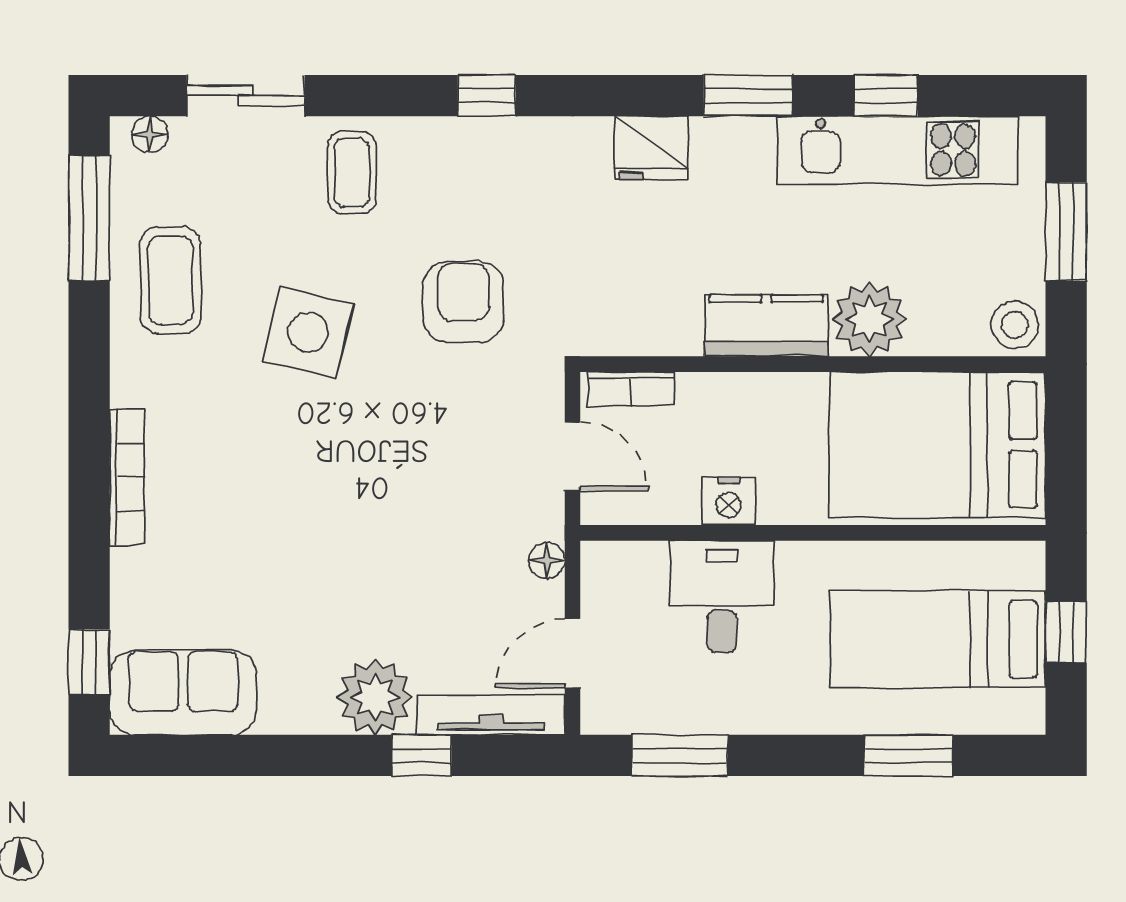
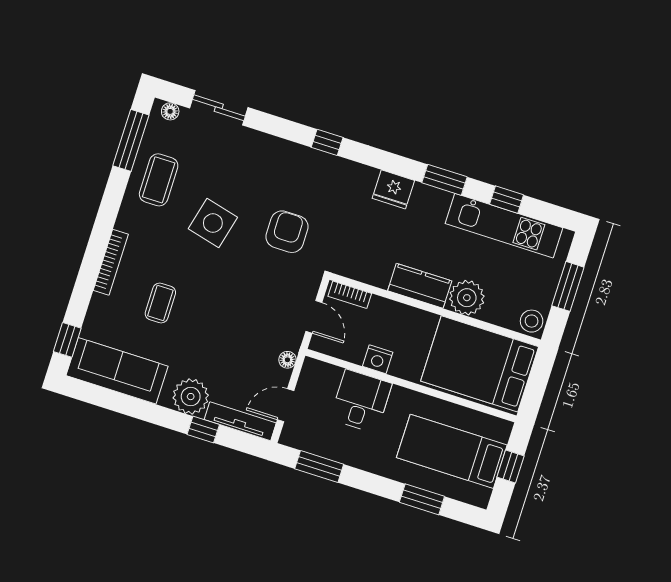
coffee table: (352, 173) -> (160, 303), moved
sofa: (183, 692) -> (117, 371), width x1.36

